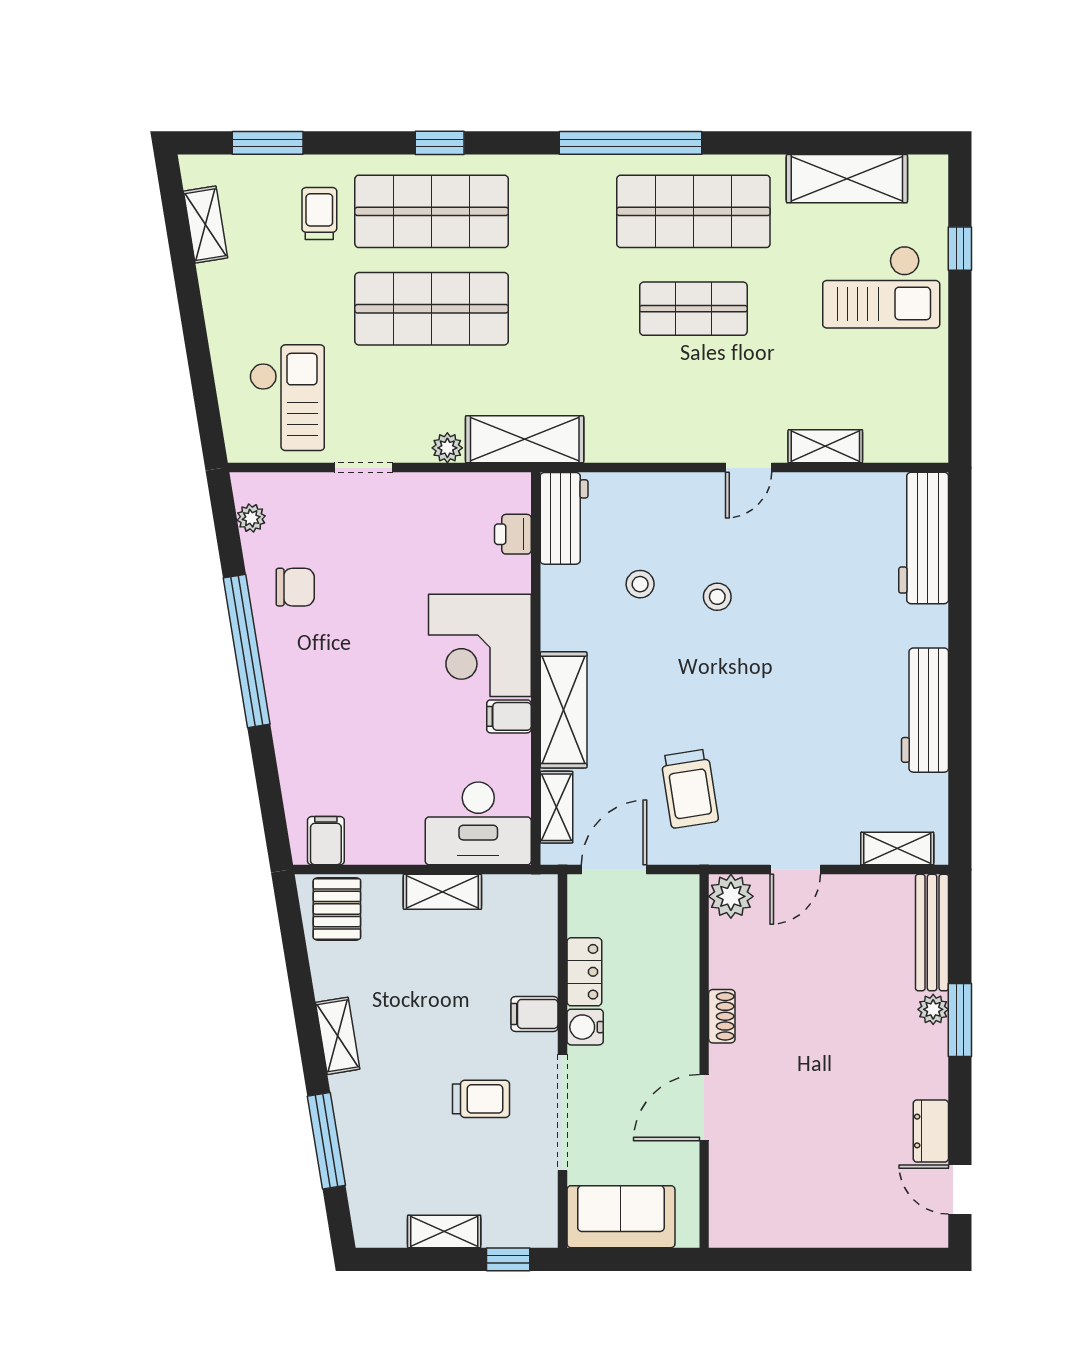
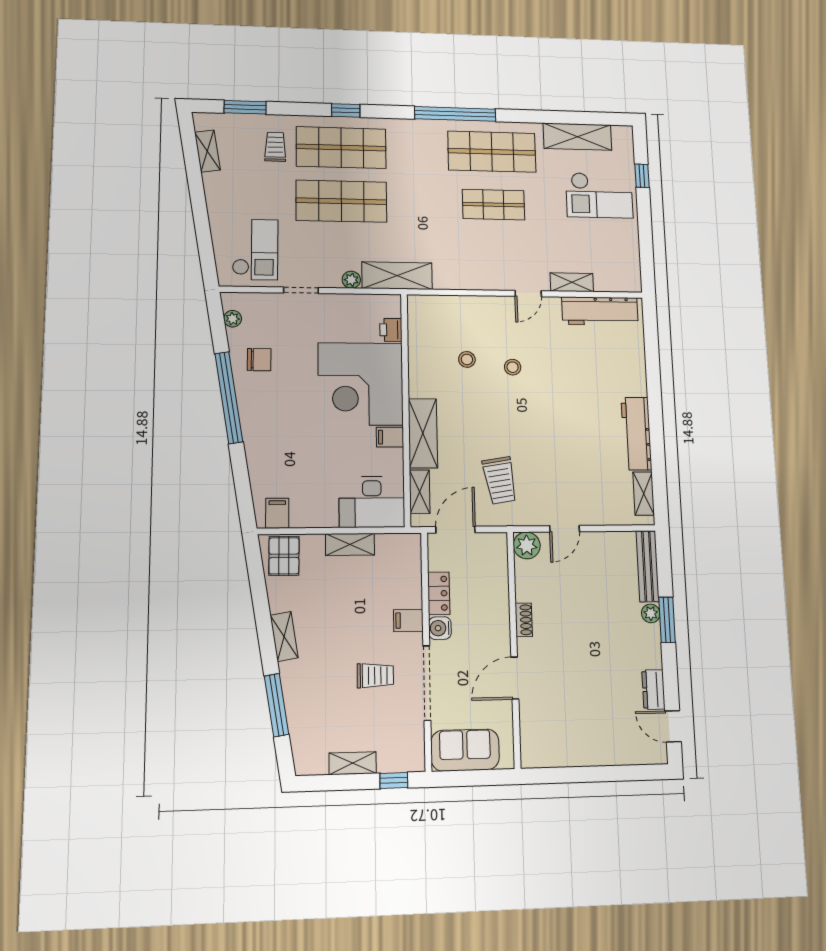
workbench: (564, 518) -> (421, 321), removed
workbench: (924, 538) -> (600, 311), moved, turned -90
corner desk: (480, 645) -> (361, 384), width x1.36, depth x1.36
shelving: (897, 849) -> (644, 494), moved, turned 90

